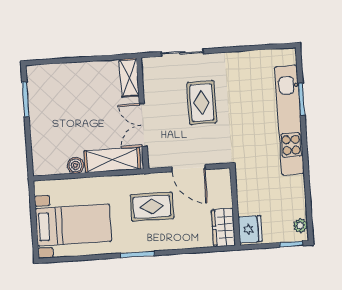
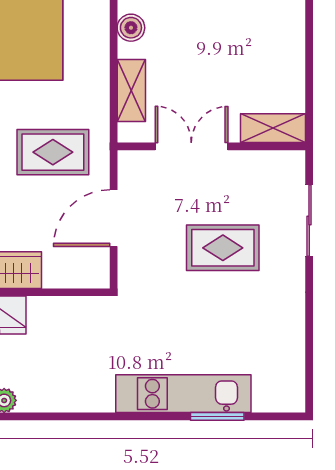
kitchen unit: (289, 120) -> (183, 394), width x0.73
shelving: (112, 160) -> (131, 91), width x0.67, depth x0.75
rug: (152, 207) -> (53, 152), turned 90

